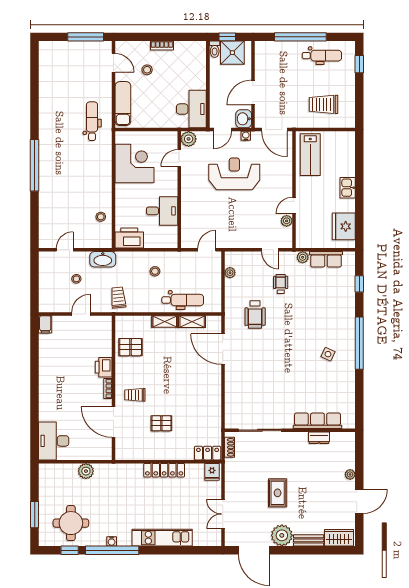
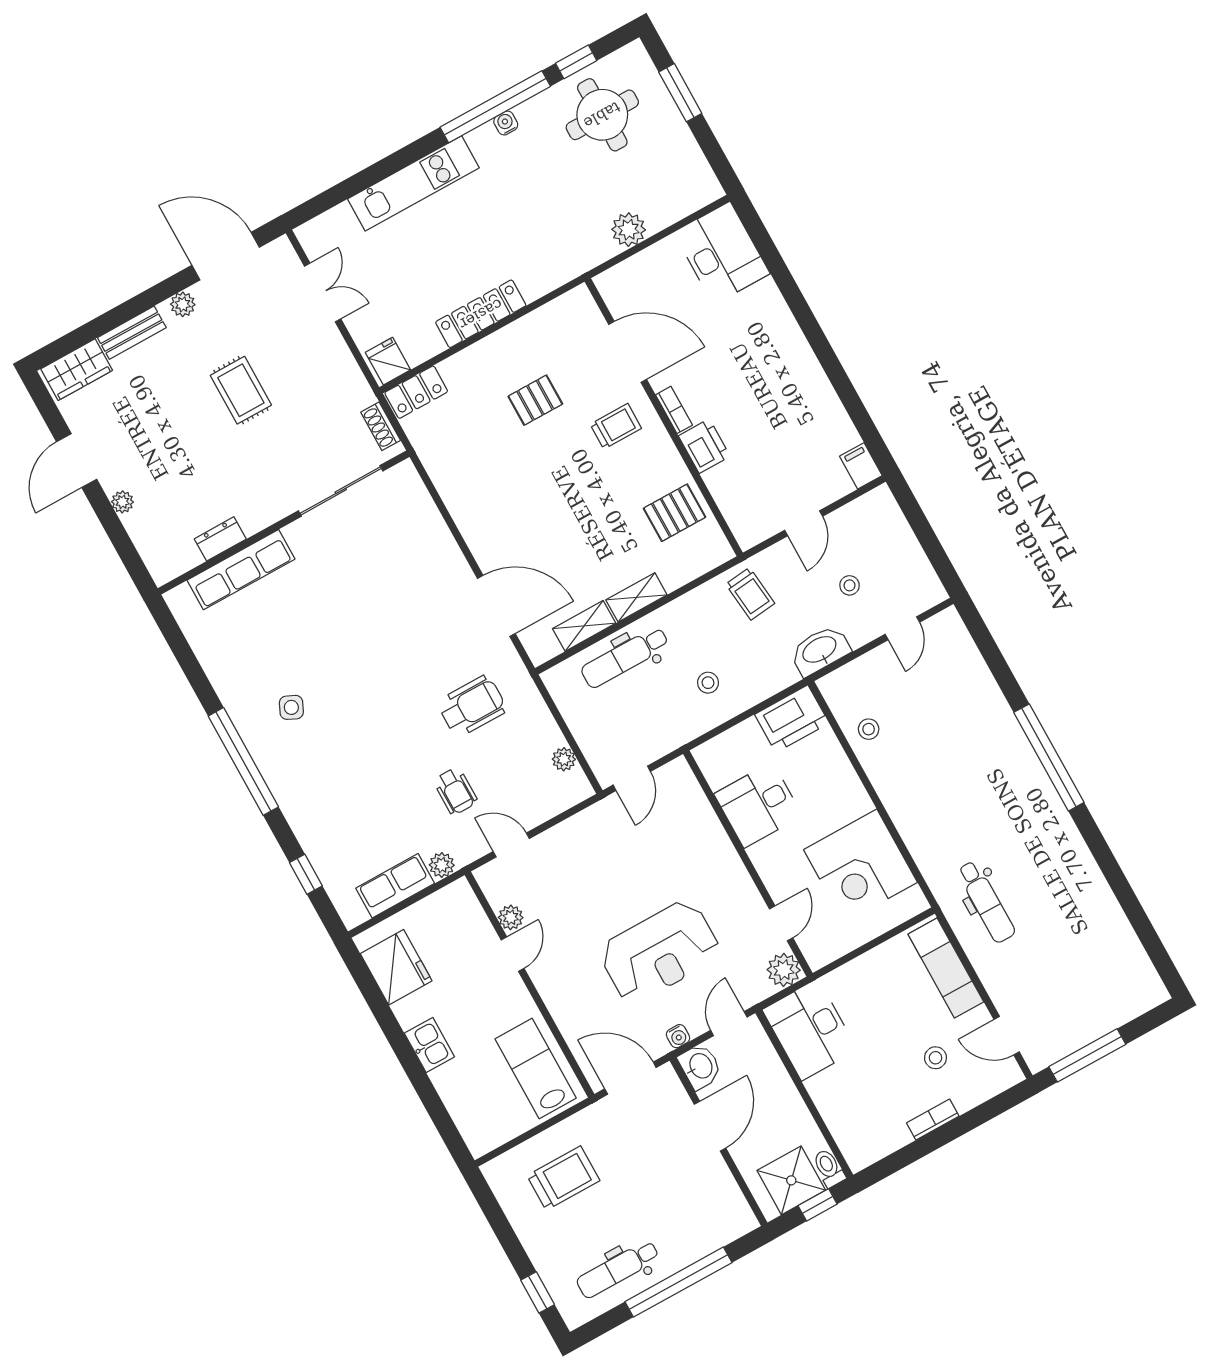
wheelchair: (255, 314) -> (472, 706), turned 90
plant: (282, 535) -> (183, 304), width x0.53, depth x0.53

